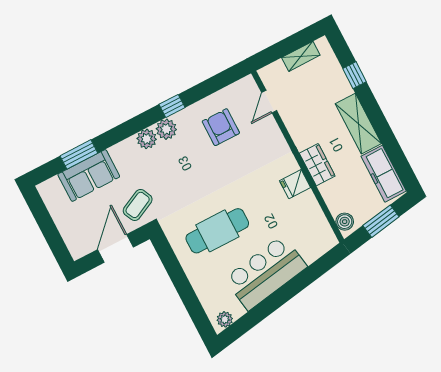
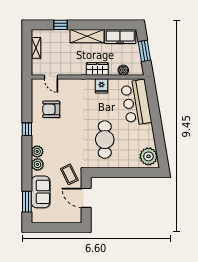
plant: (166, 129) -> (37, 164), moved
window: (79, 154) -> (27, 202), moved
boiler: (345, 222) -> (123, 70), moved
bar counter: (266, 273) -> (136, 103), moved
plant: (225, 319) -> (148, 156), width x1.88, depth x1.88

